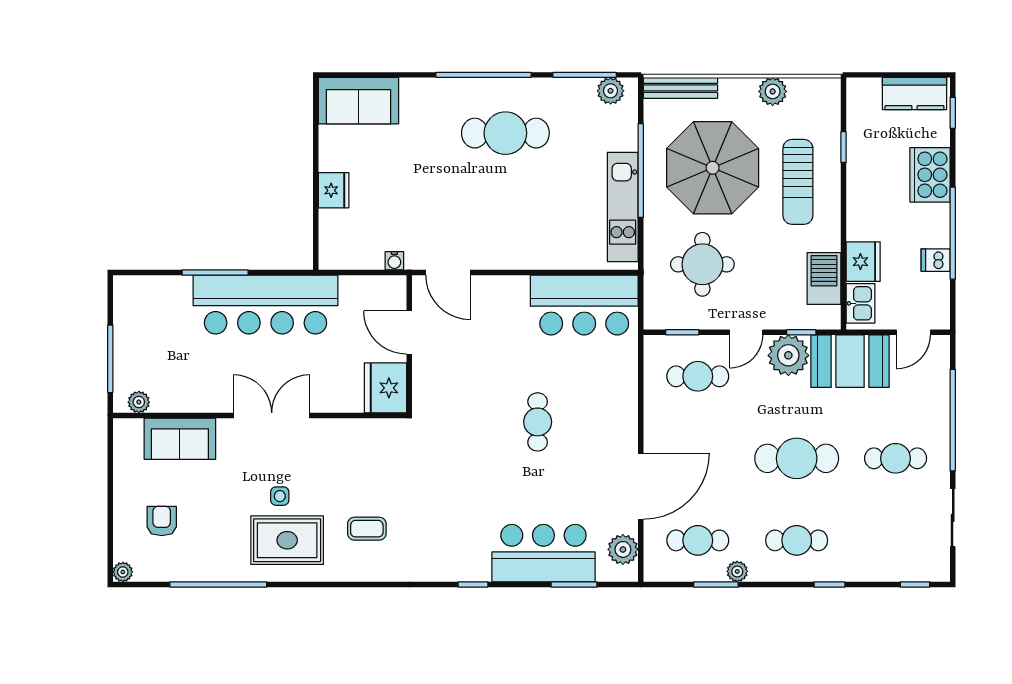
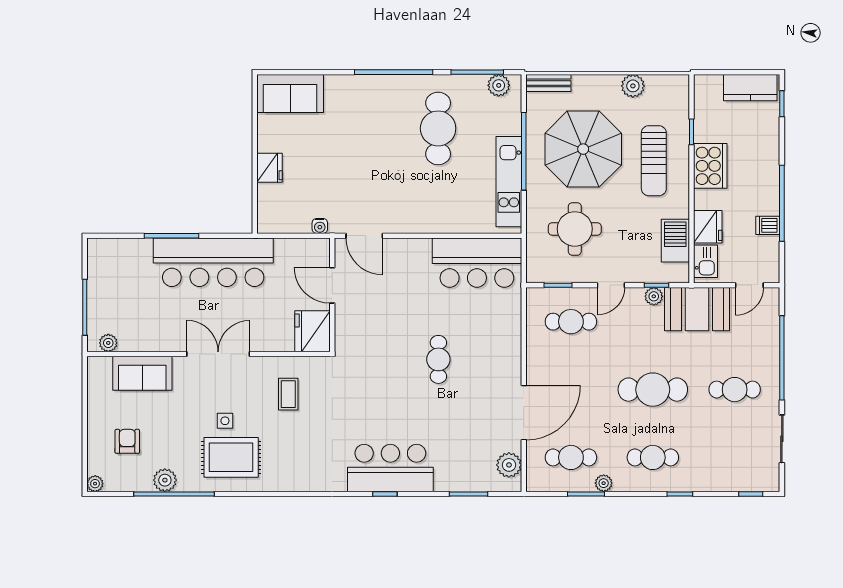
bench: (680, 88) -> (548, 83), width x0.73
cafe table: (505, 133) -> (438, 128), moved, turned 90
cooker: (930, 175) -> (710, 166), moved, turned 180
plant: (788, 355) -> (654, 296), width x0.53, depth x0.53
coffee table: (367, 529) -> (288, 394), moved, turned 90
bar counter: (543, 553) -> (390, 468), moved
plant: (207, 568) -> (165, 480), added

